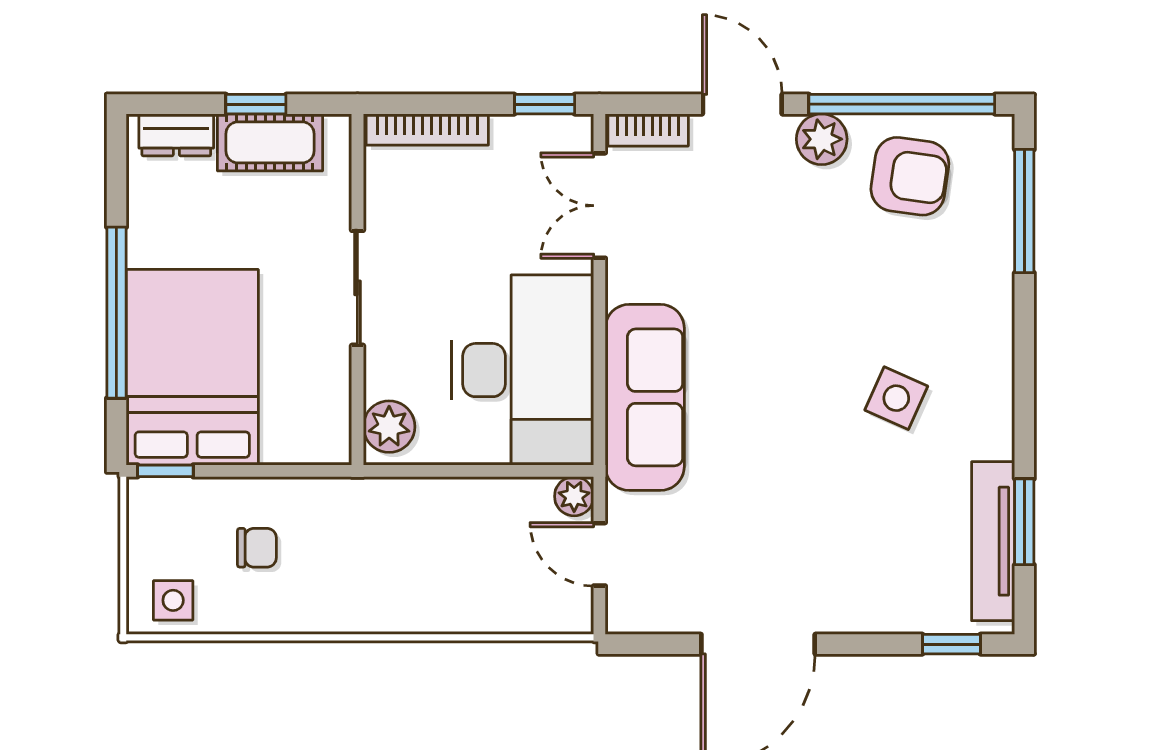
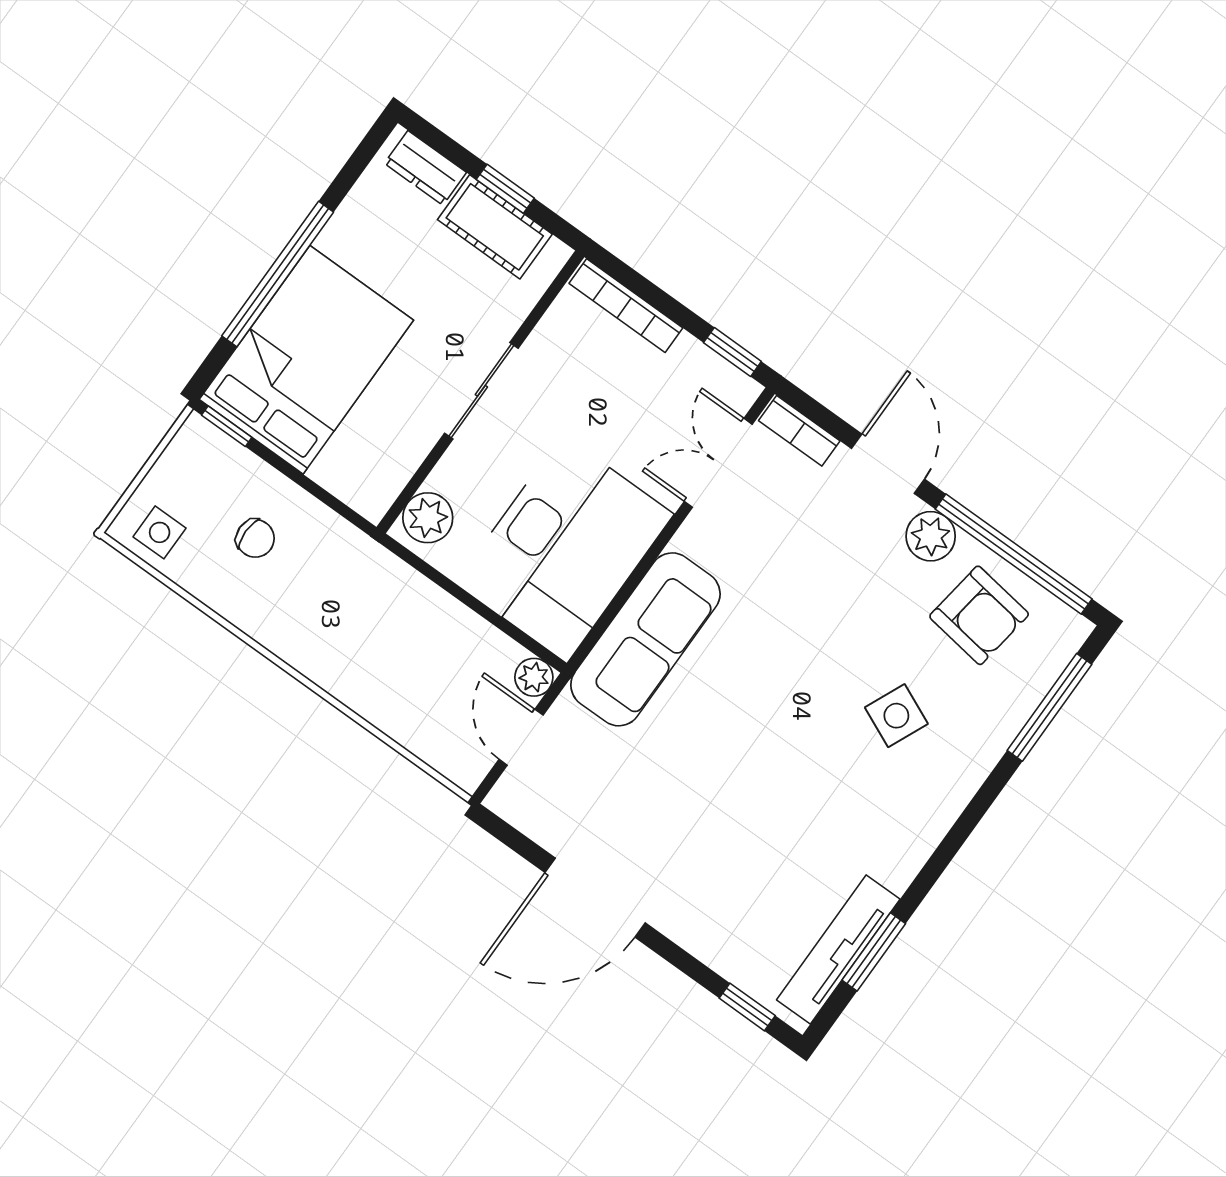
side table: (896, 398) -> (896, 716), moved

